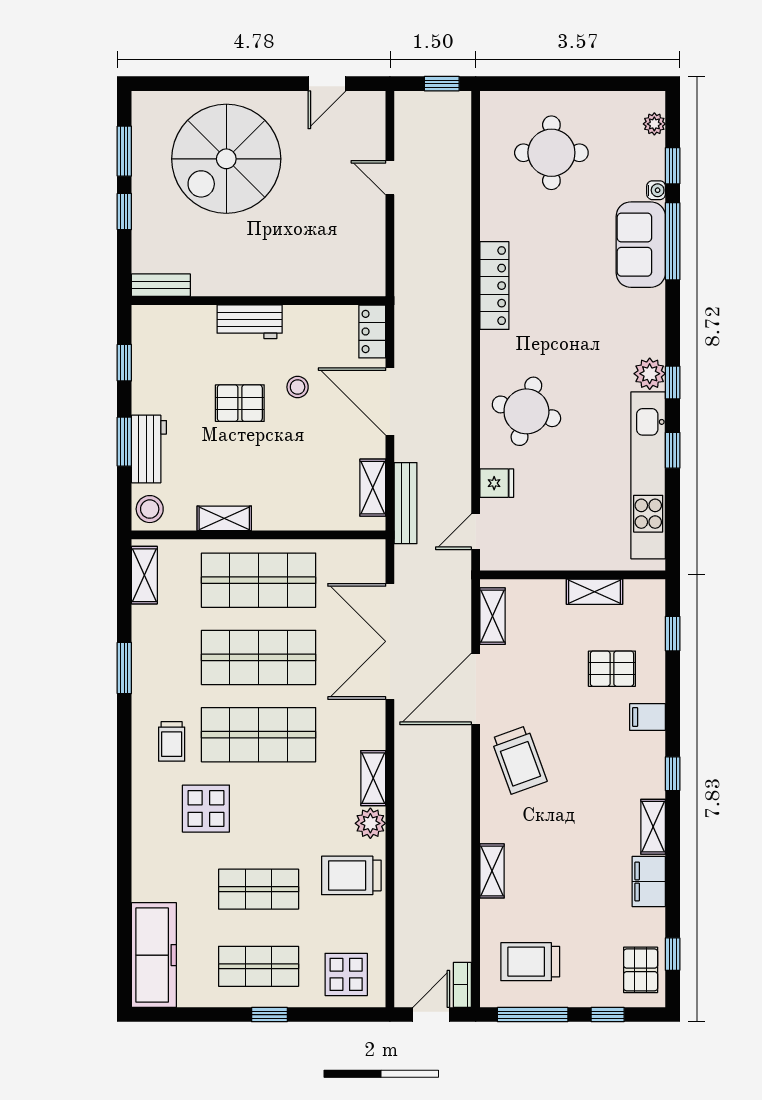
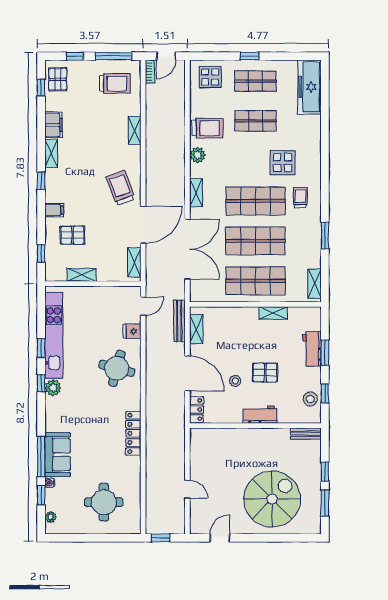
stool: (150, 509) -> (310, 399), moved
shelving: (373, 778) -> (196, 193), moved

